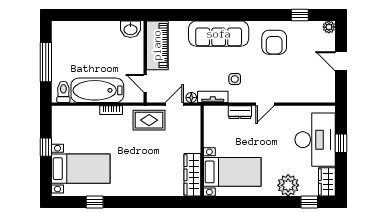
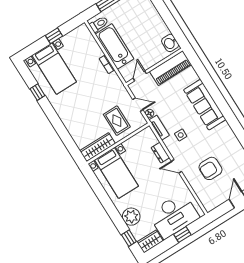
armchair: (274, 42) -> (210, 168), moved
rug: (149, 120) -> (117, 121), moved

